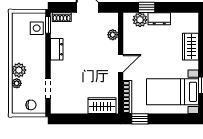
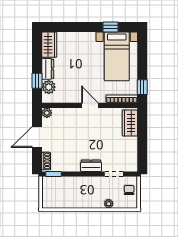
side table: (37, 28) -> (57, 185), removed
plant: (113, 35) -> (47, 113), moved
wardrobe: (191, 47) -> (49, 45), moved, turned -90
dresser: (57, 49) -> (91, 166), moved
plant: (19, 70) -> (96, 202), removed

